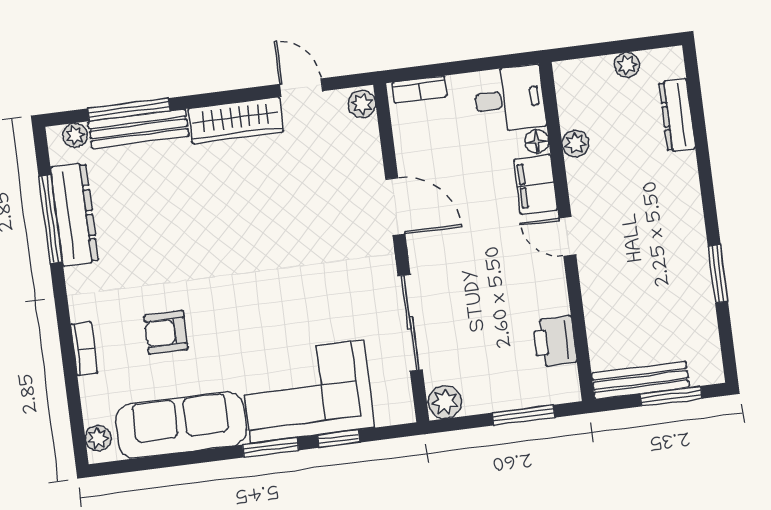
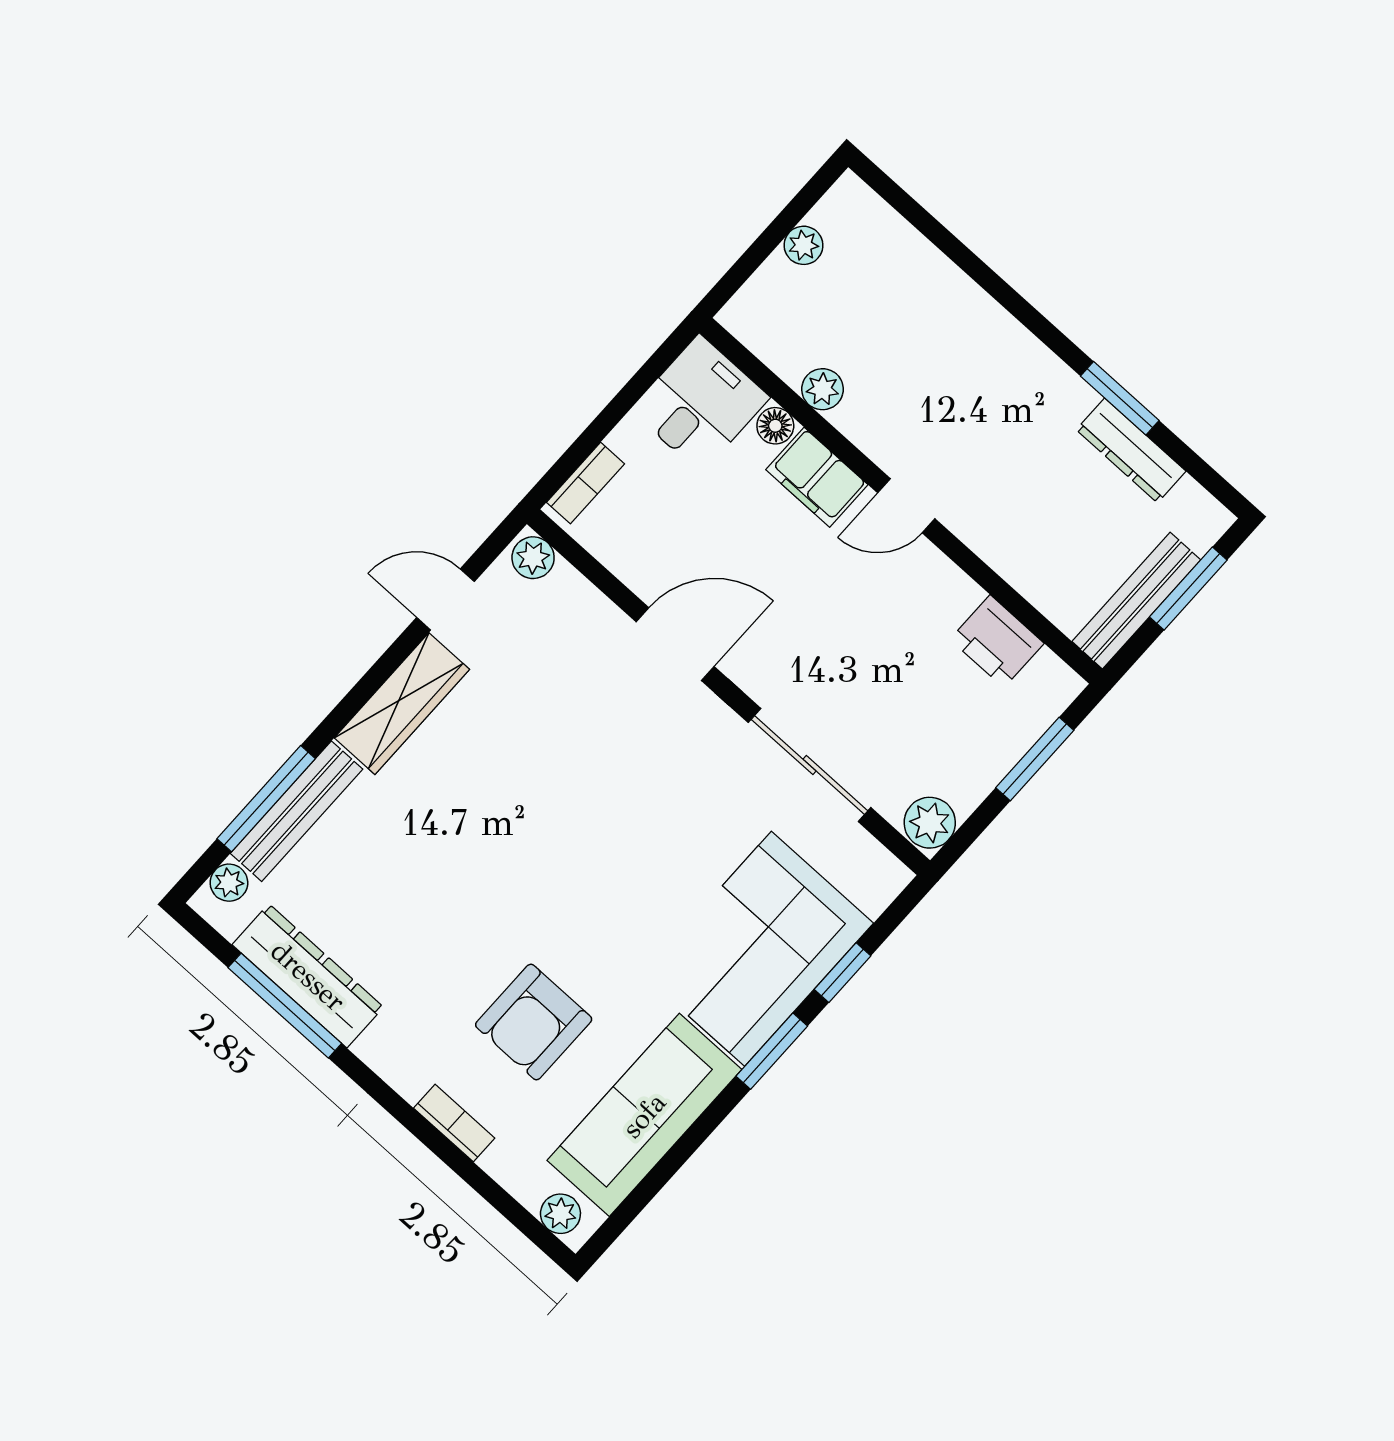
dresser: (677, 115) -> (1131, 450), moved
armchair: (166, 333) -> (534, 1022), width x1.38, depth x1.38

